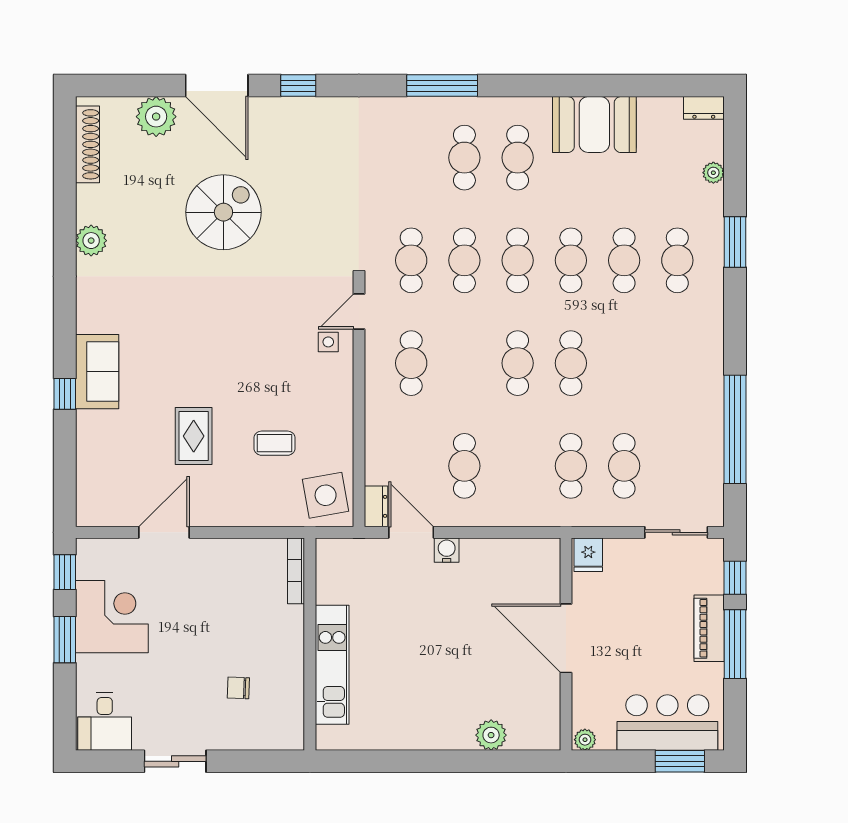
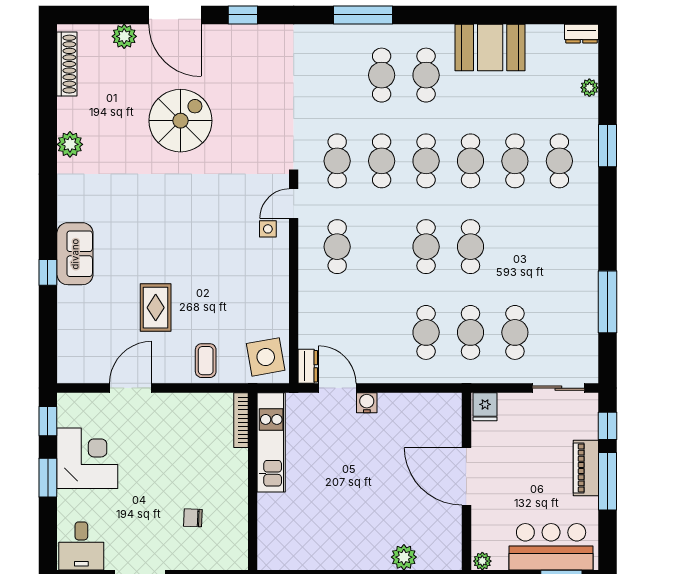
plant: (156, 117) -> (124, 36), width x0.73, depth x0.73
window: (735, 429) -> (608, 302), width x0.68
coffee table: (275, 443) -> (206, 361), moved, turned 90
cafe table: (464, 466) -> (426, 332), moved
kitchen unit: (332, 665) -> (271, 442), moved

